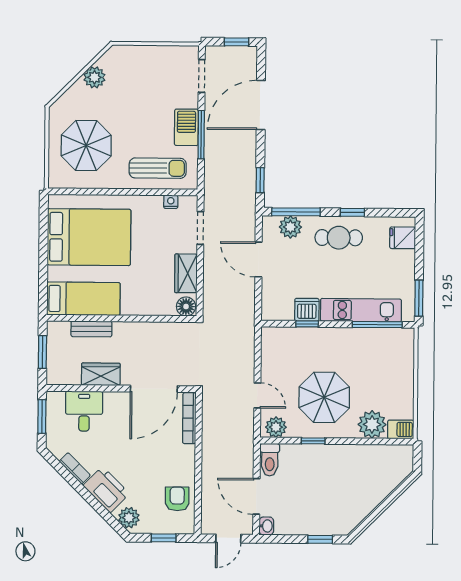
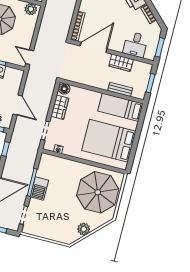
parasol: (86, 145) -> (98, 192), width x1.36, depth x1.36
sun lounger: (158, 168) -> (61, 170), removed
door: (257, 395) -> (30, 57), moved

